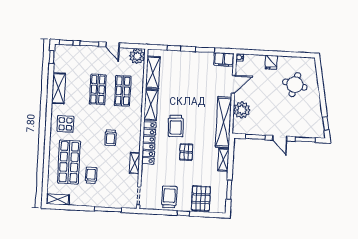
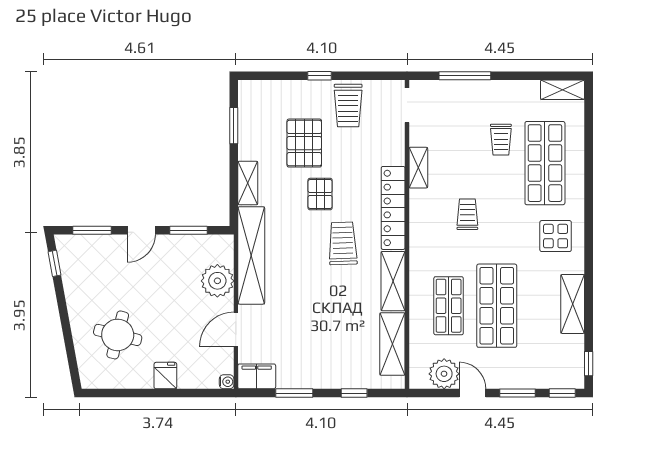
plant: (137, 56) -> (444, 374), moved
shop shelf: (98, 89) -> (497, 306), width x1.43, depth x1.36
door: (280, 138) -> (141, 230), swing flipped
pallet: (201, 198) -> (304, 143), moved

